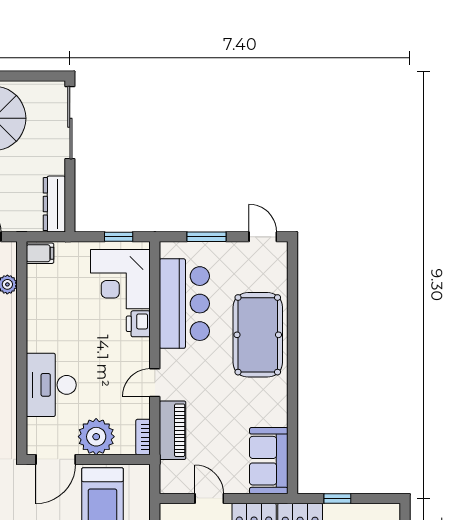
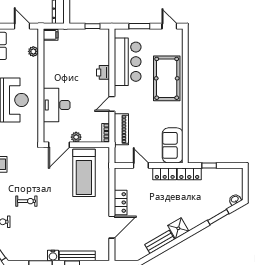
corner desk: (120, 279) -> (94, 49), removed
plant: (96, 437) -> (76, 137), width x0.53, depth x0.53

